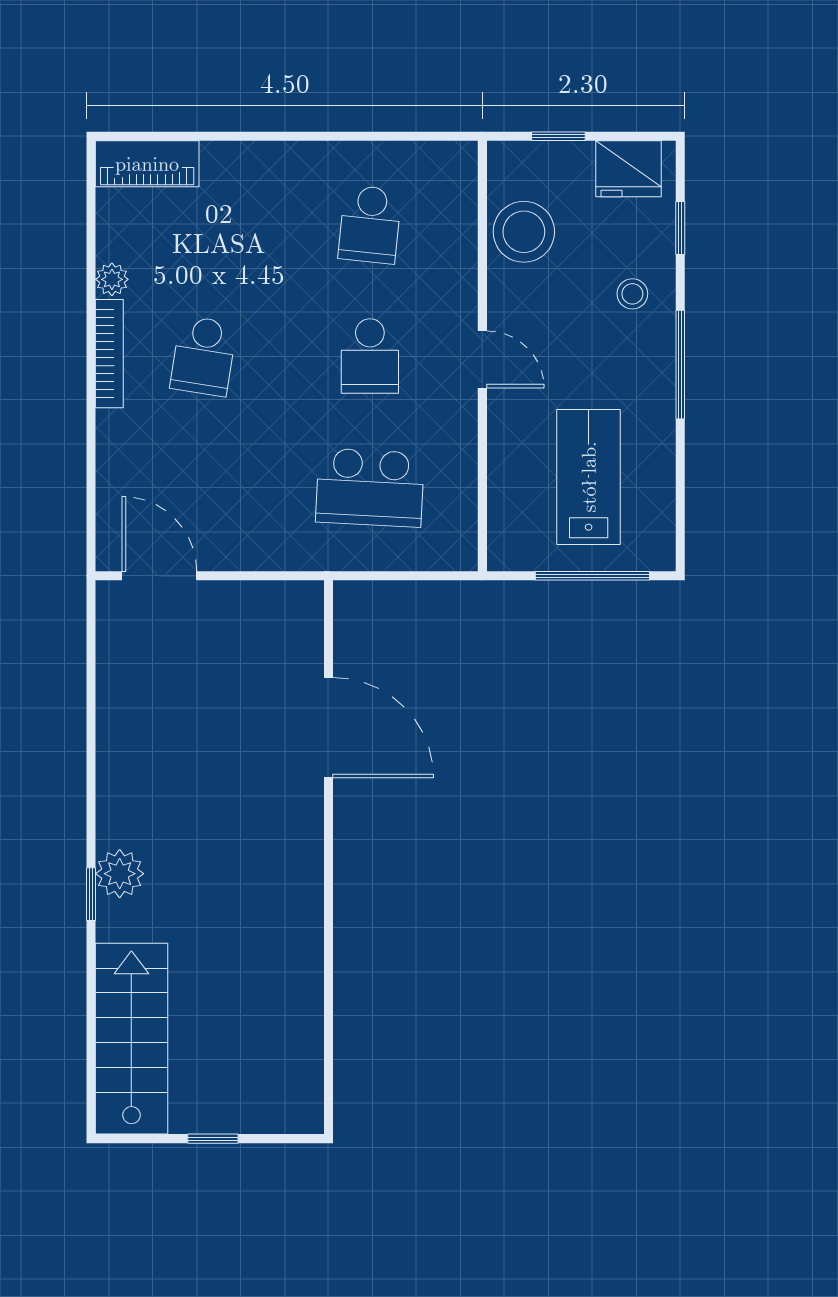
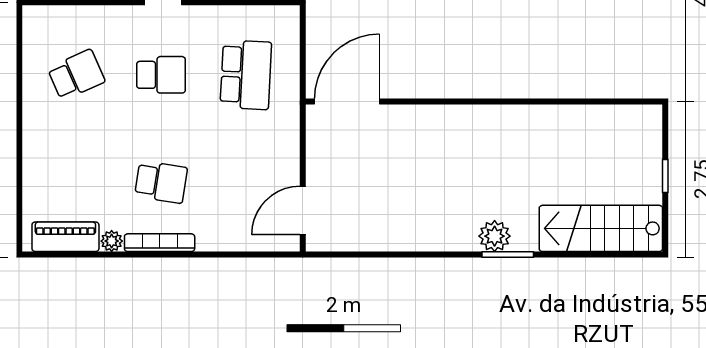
piano: (147, 164) -> (65, 237), moved, turned -90
school desk: (370, 224) -> (76, 75), turned -30
door: (328, 728) -> (347, 102), moved
window: (91, 894) -> (508, 254), width x1.50

